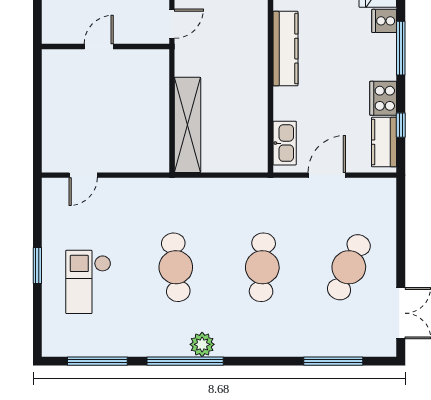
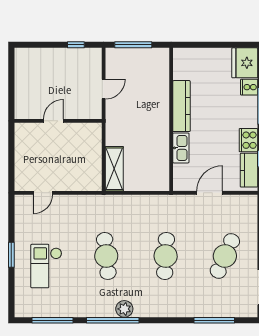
door: (99, 47) -> (53, 121), moved
wall: (105, 47) -> (58, 121), moved
shelving: (187, 125) -> (114, 169), width x0.68
kitchen sink: (285, 143) -> (181, 148), moved

